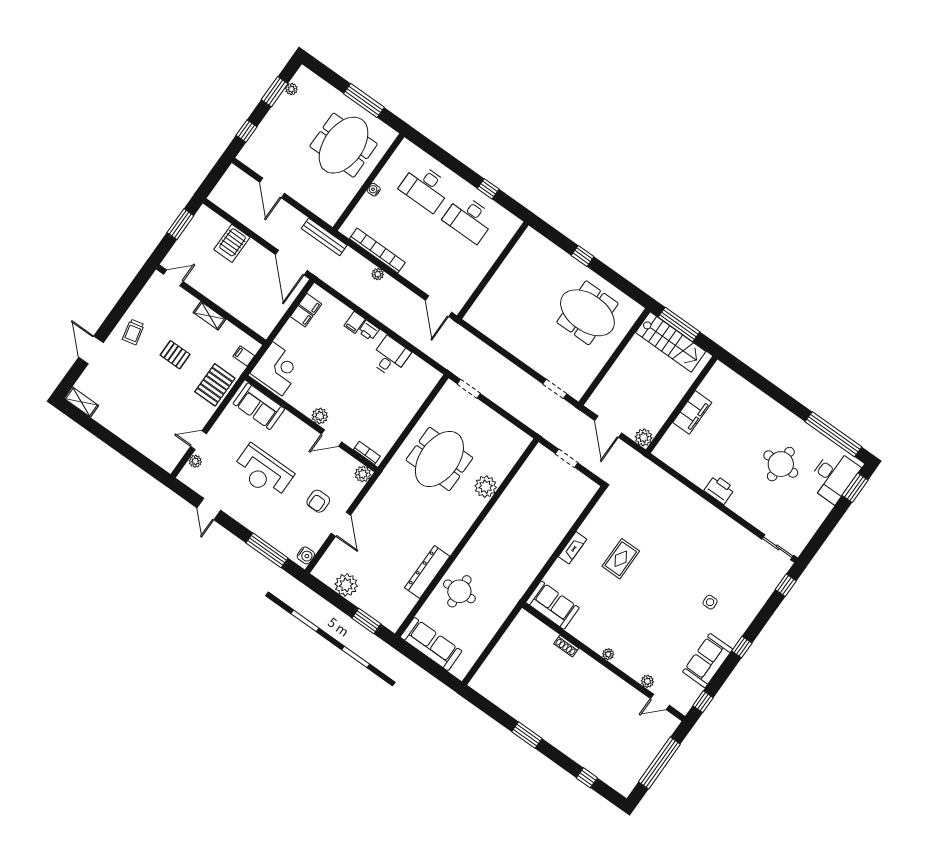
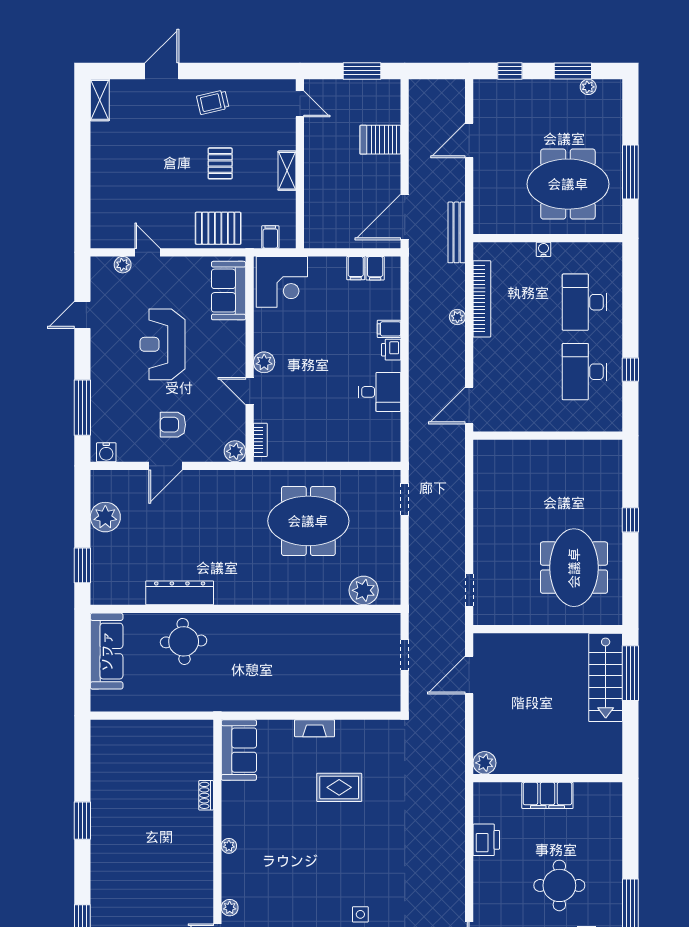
wall: (682, 404) -> (548, 778), moved
filing cabinet: (692, 412) -> (547, 795), moved
plant: (644, 437) -> (485, 763), moved
plant: (486, 487) -> (364, 590), moved

